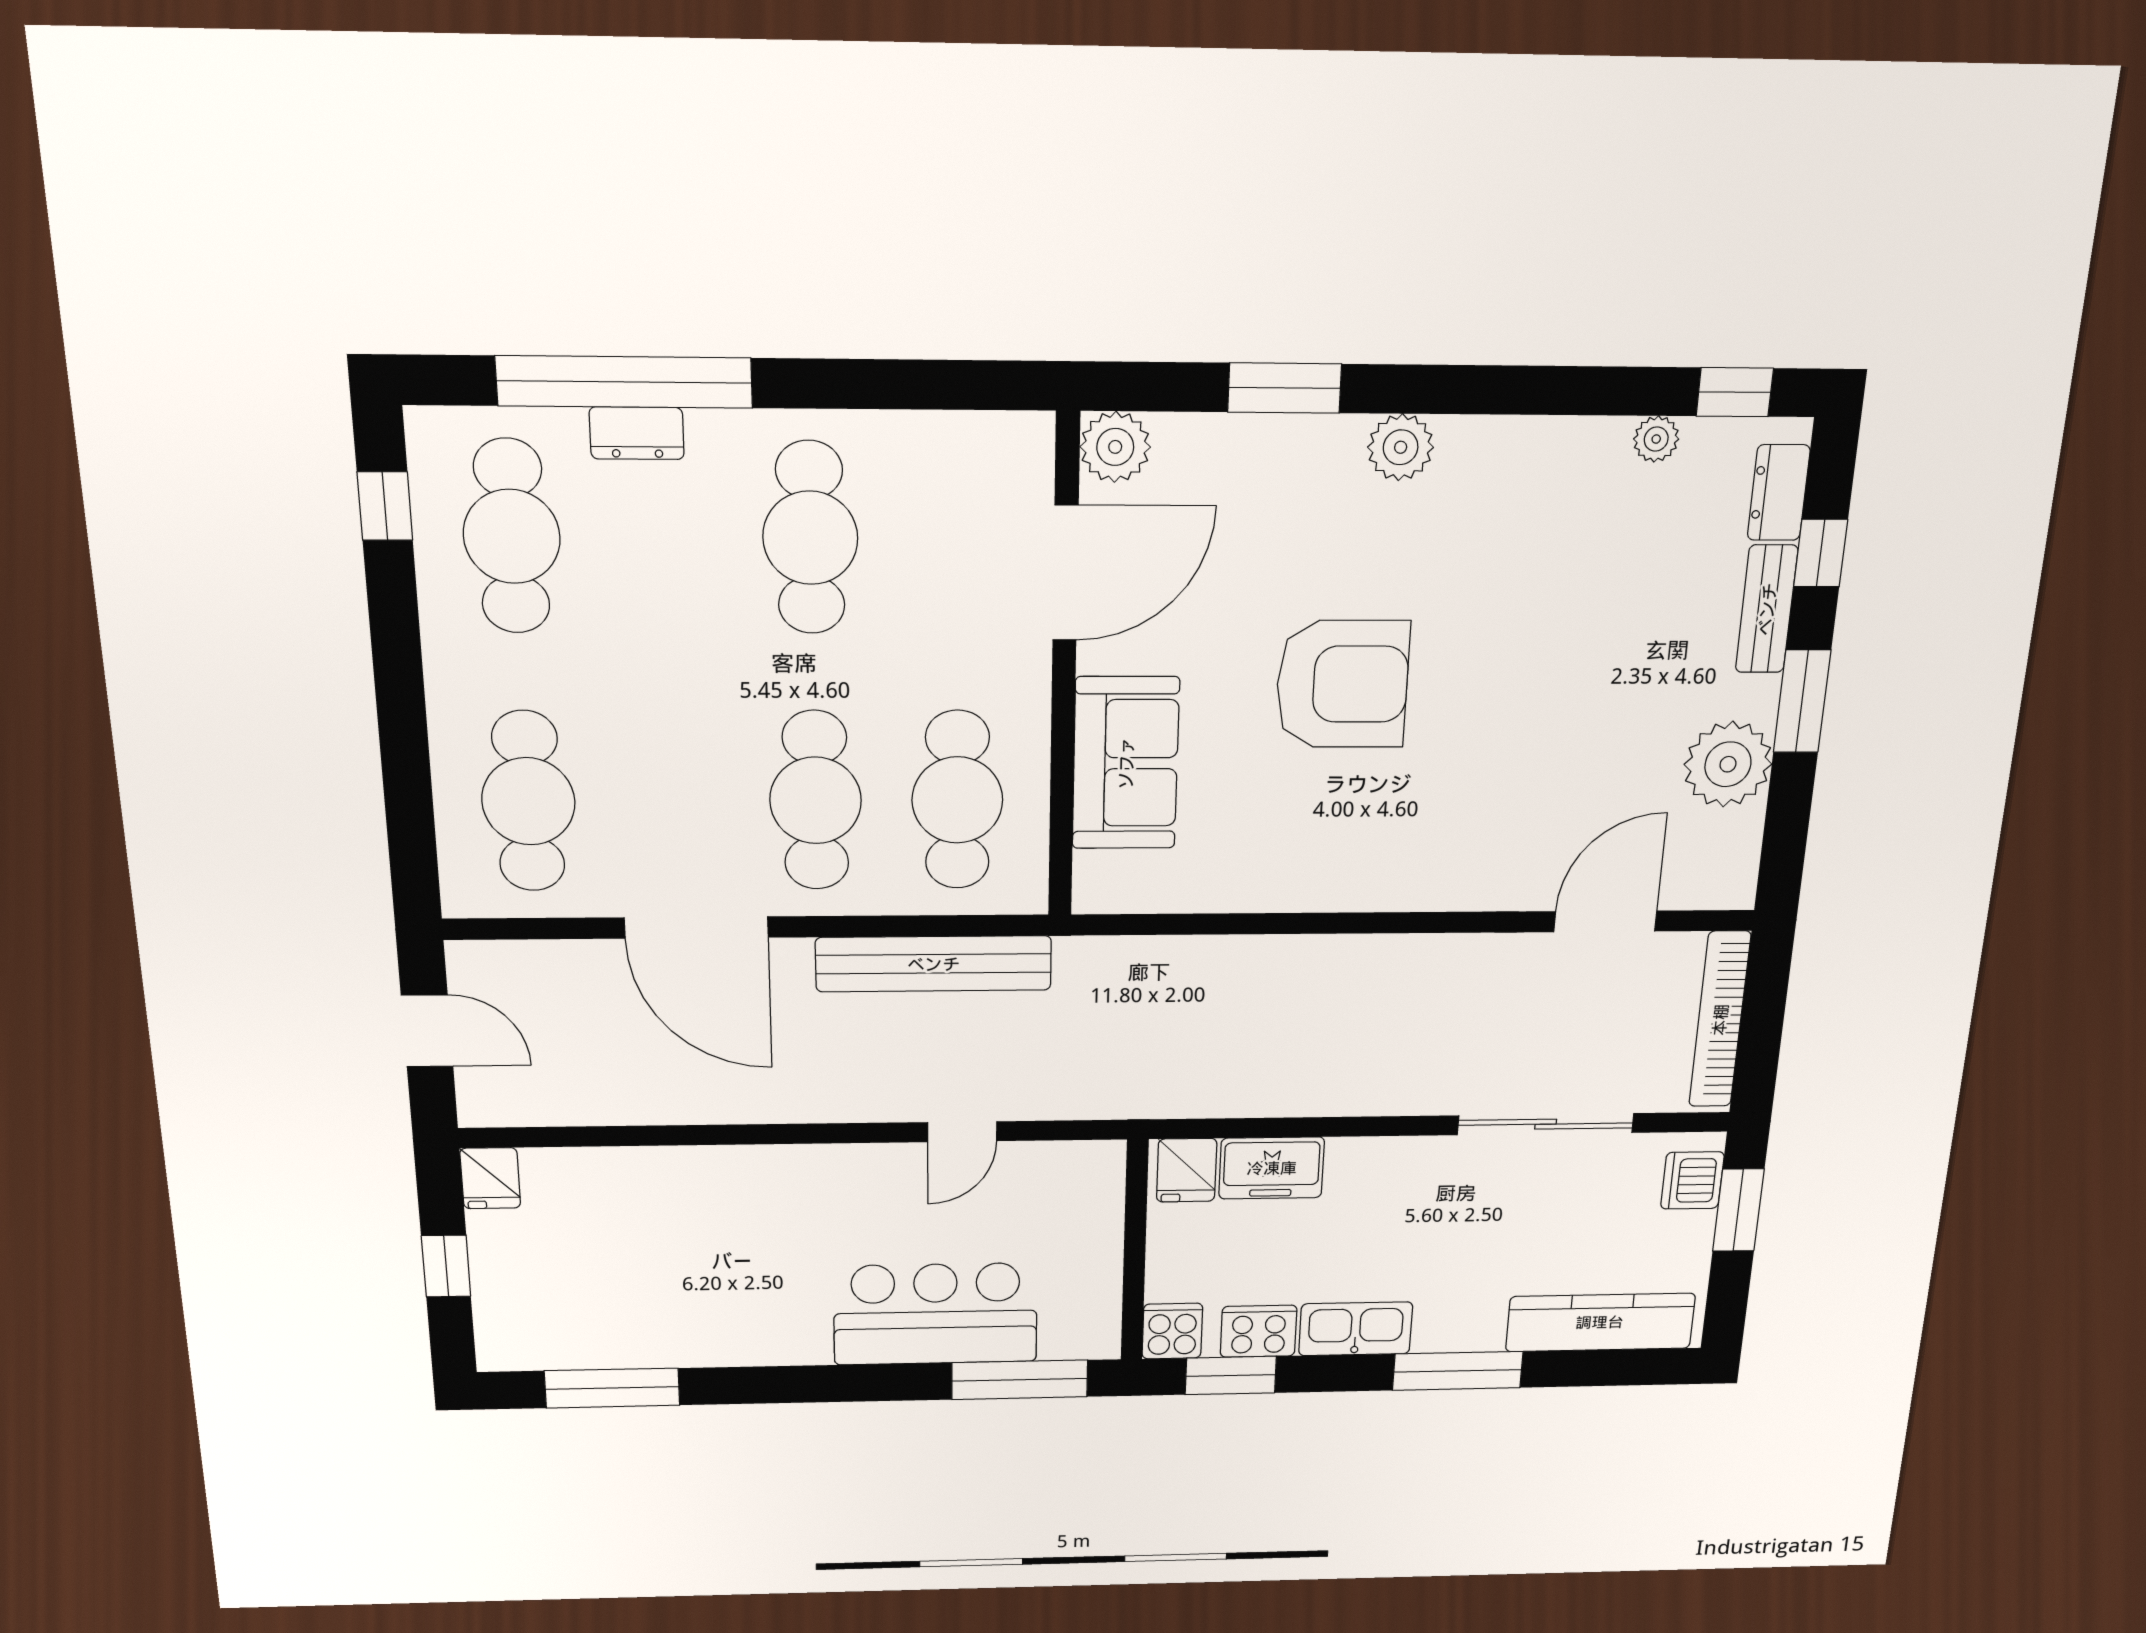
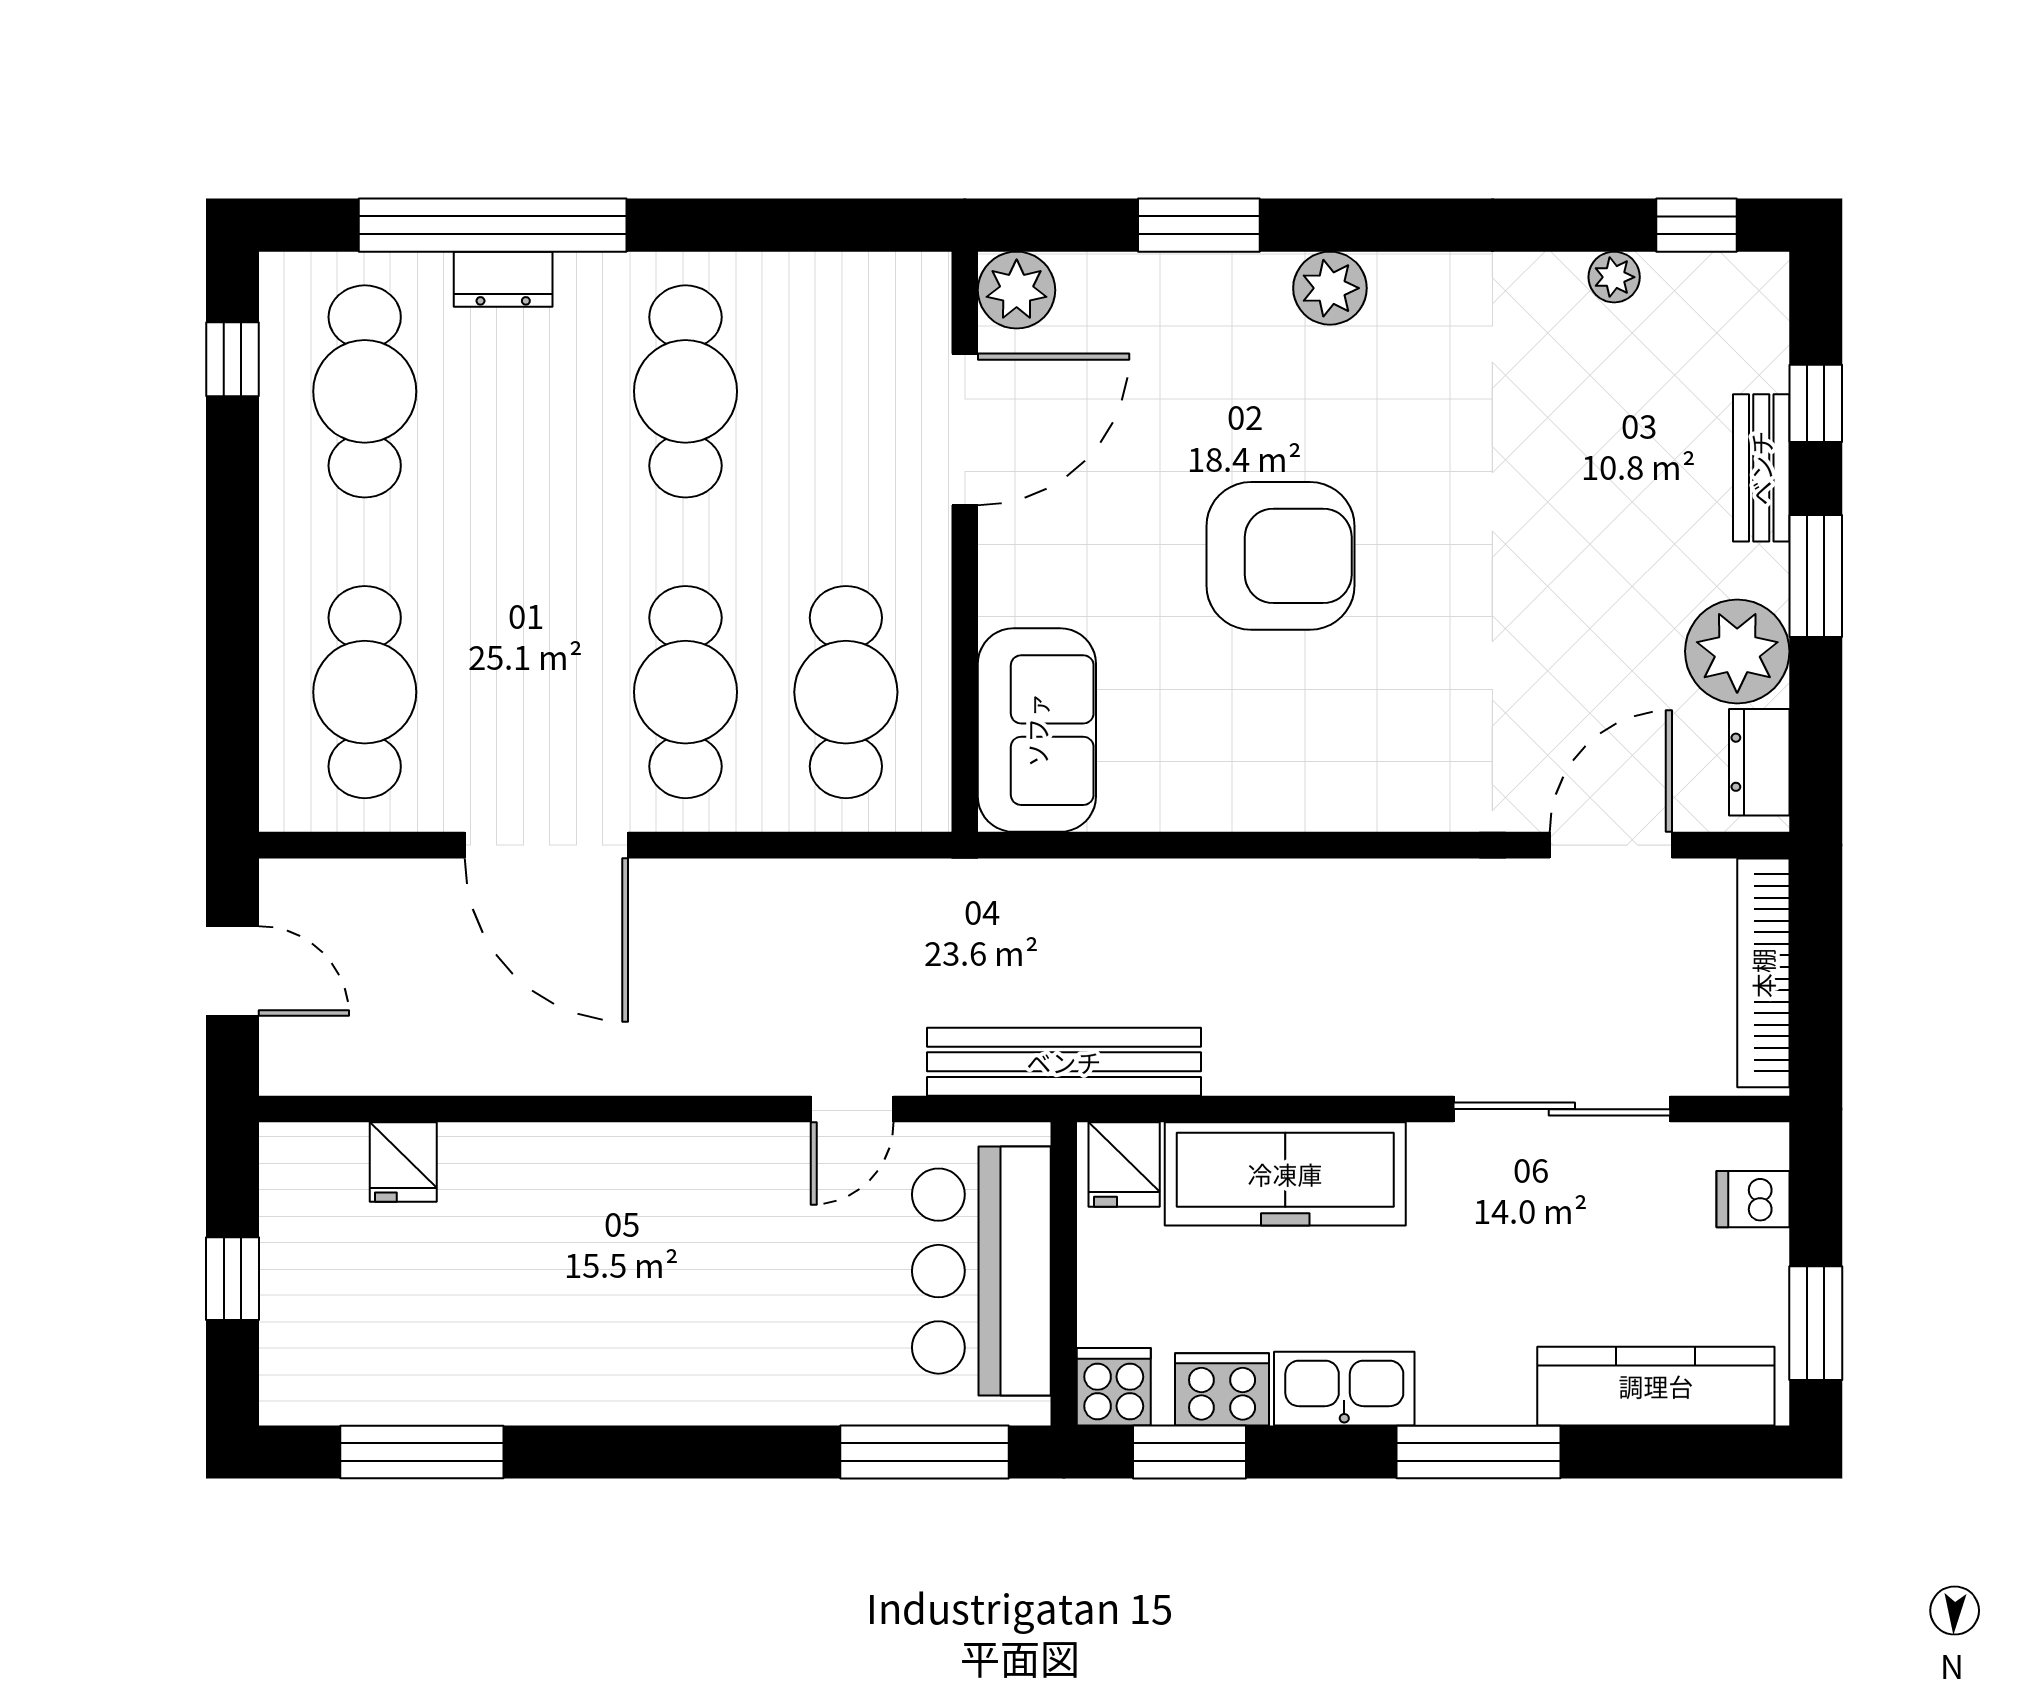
dresser: (1779, 493) -> (1759, 762), moved
sofa: (1126, 763) -> (1037, 730), moved
bench: (934, 964) -> (1064, 1062), moved
freezer: (1272, 1168) -> (1285, 1174), width x1.91, depth x1.26
fridge: (490, 1178) -> (403, 1162), moved
dishwasher: (1692, 1180) -> (1753, 1199), width x0.73
window: (1738, 1210) -> (1816, 1323), moved
bar counter: (936, 1314) -> (981, 1271), moved, turned -90

